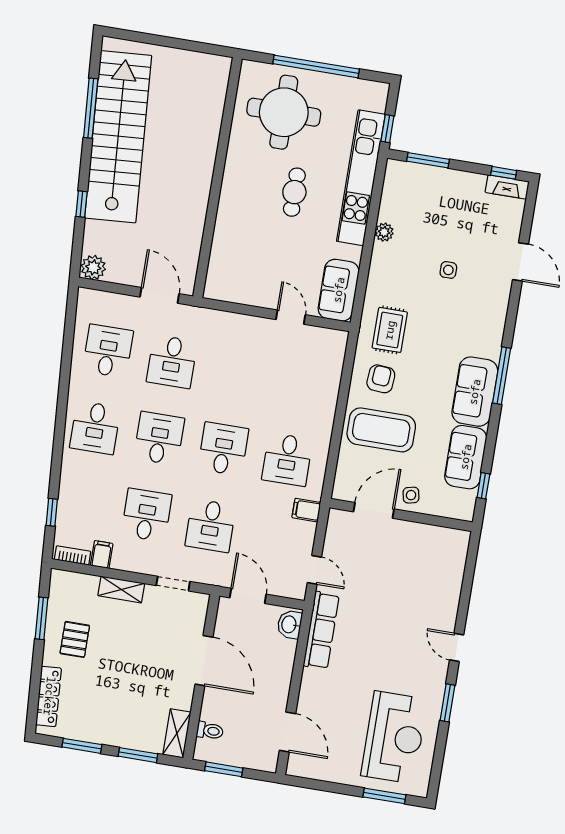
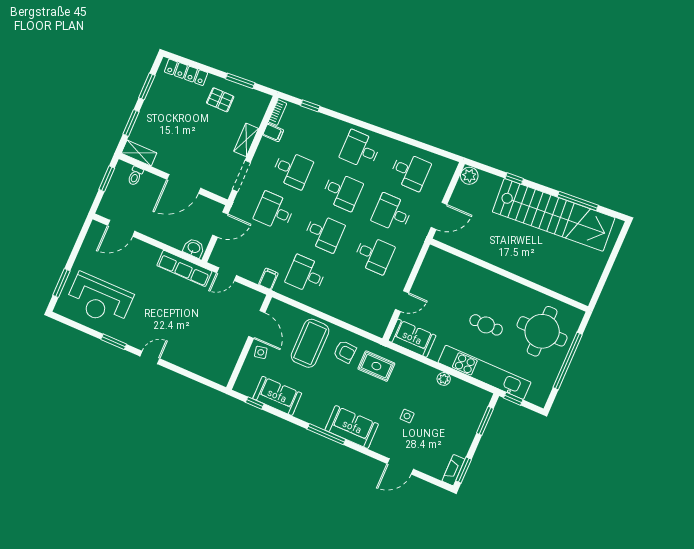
window: (504, 173) -> (464, 470), width x1.50
desk: (236, 372) -> (374, 255), added
sofa: (475, 392) -> (352, 427), moved
doorway: (173, 584) -> (241, 176), width x1.38

